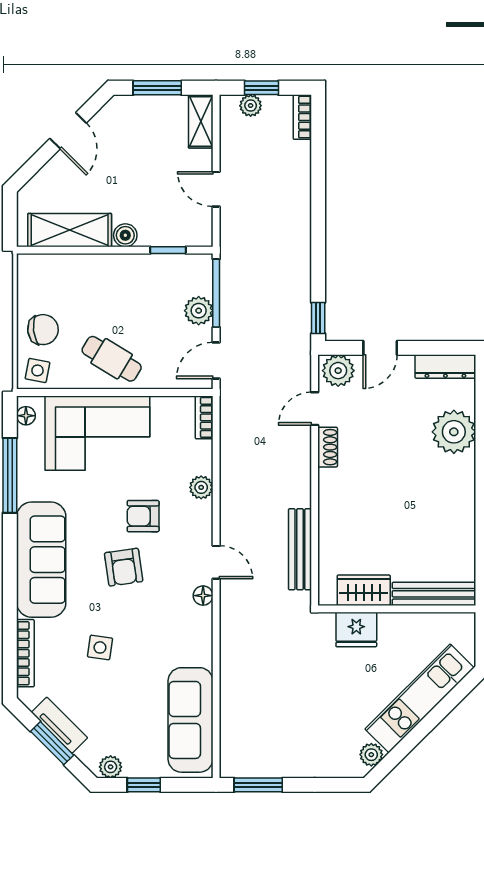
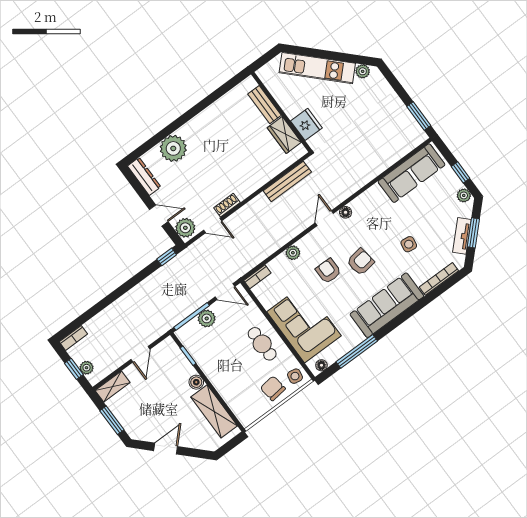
cafe table: (112, 359) -> (262, 344), turned -31
armchair: (143, 516) -> (328, 271), turned 180
bench: (434, 594) -> (265, 105), width x0.73

